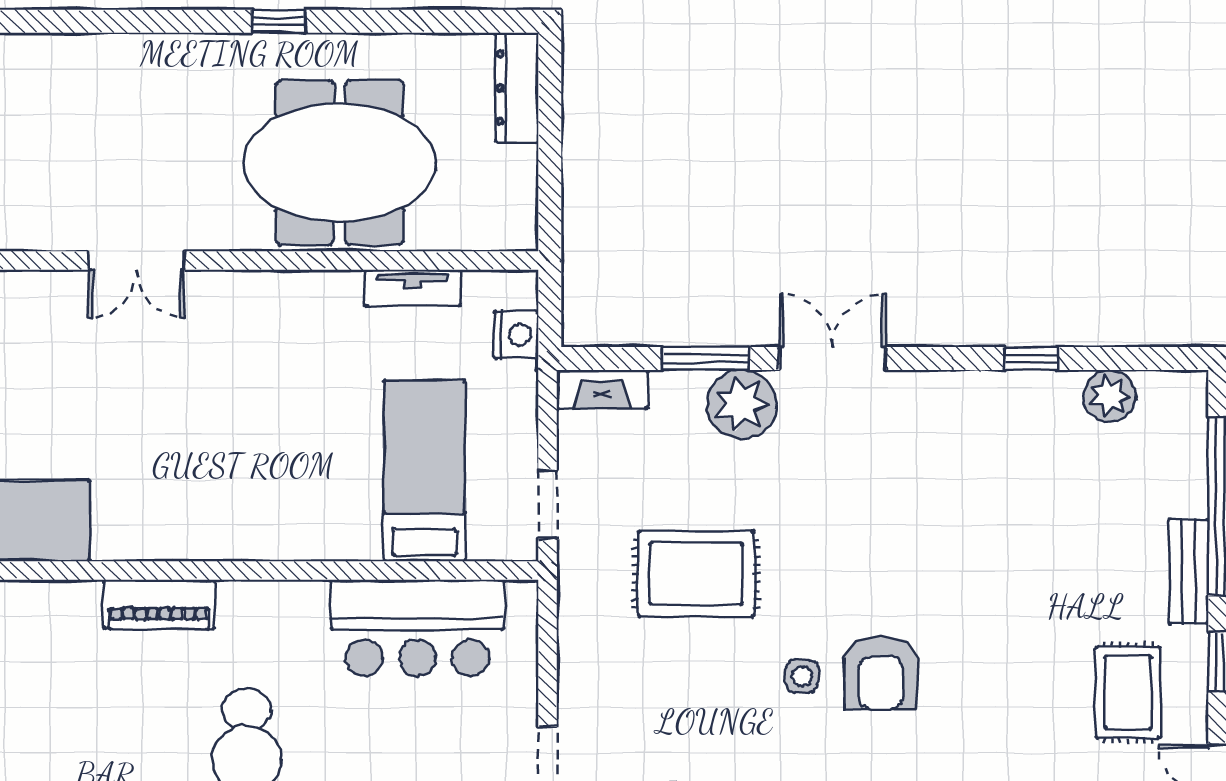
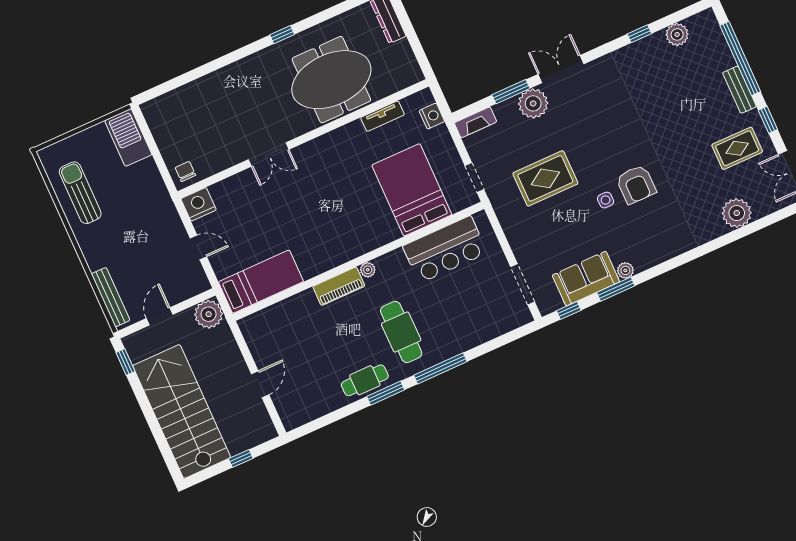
bed: (425, 471) -> (412, 190), width x1.50
plant: (235, 597) -> (368, 270), added
rug: (1128, 692) -> (737, 148), turned 90

